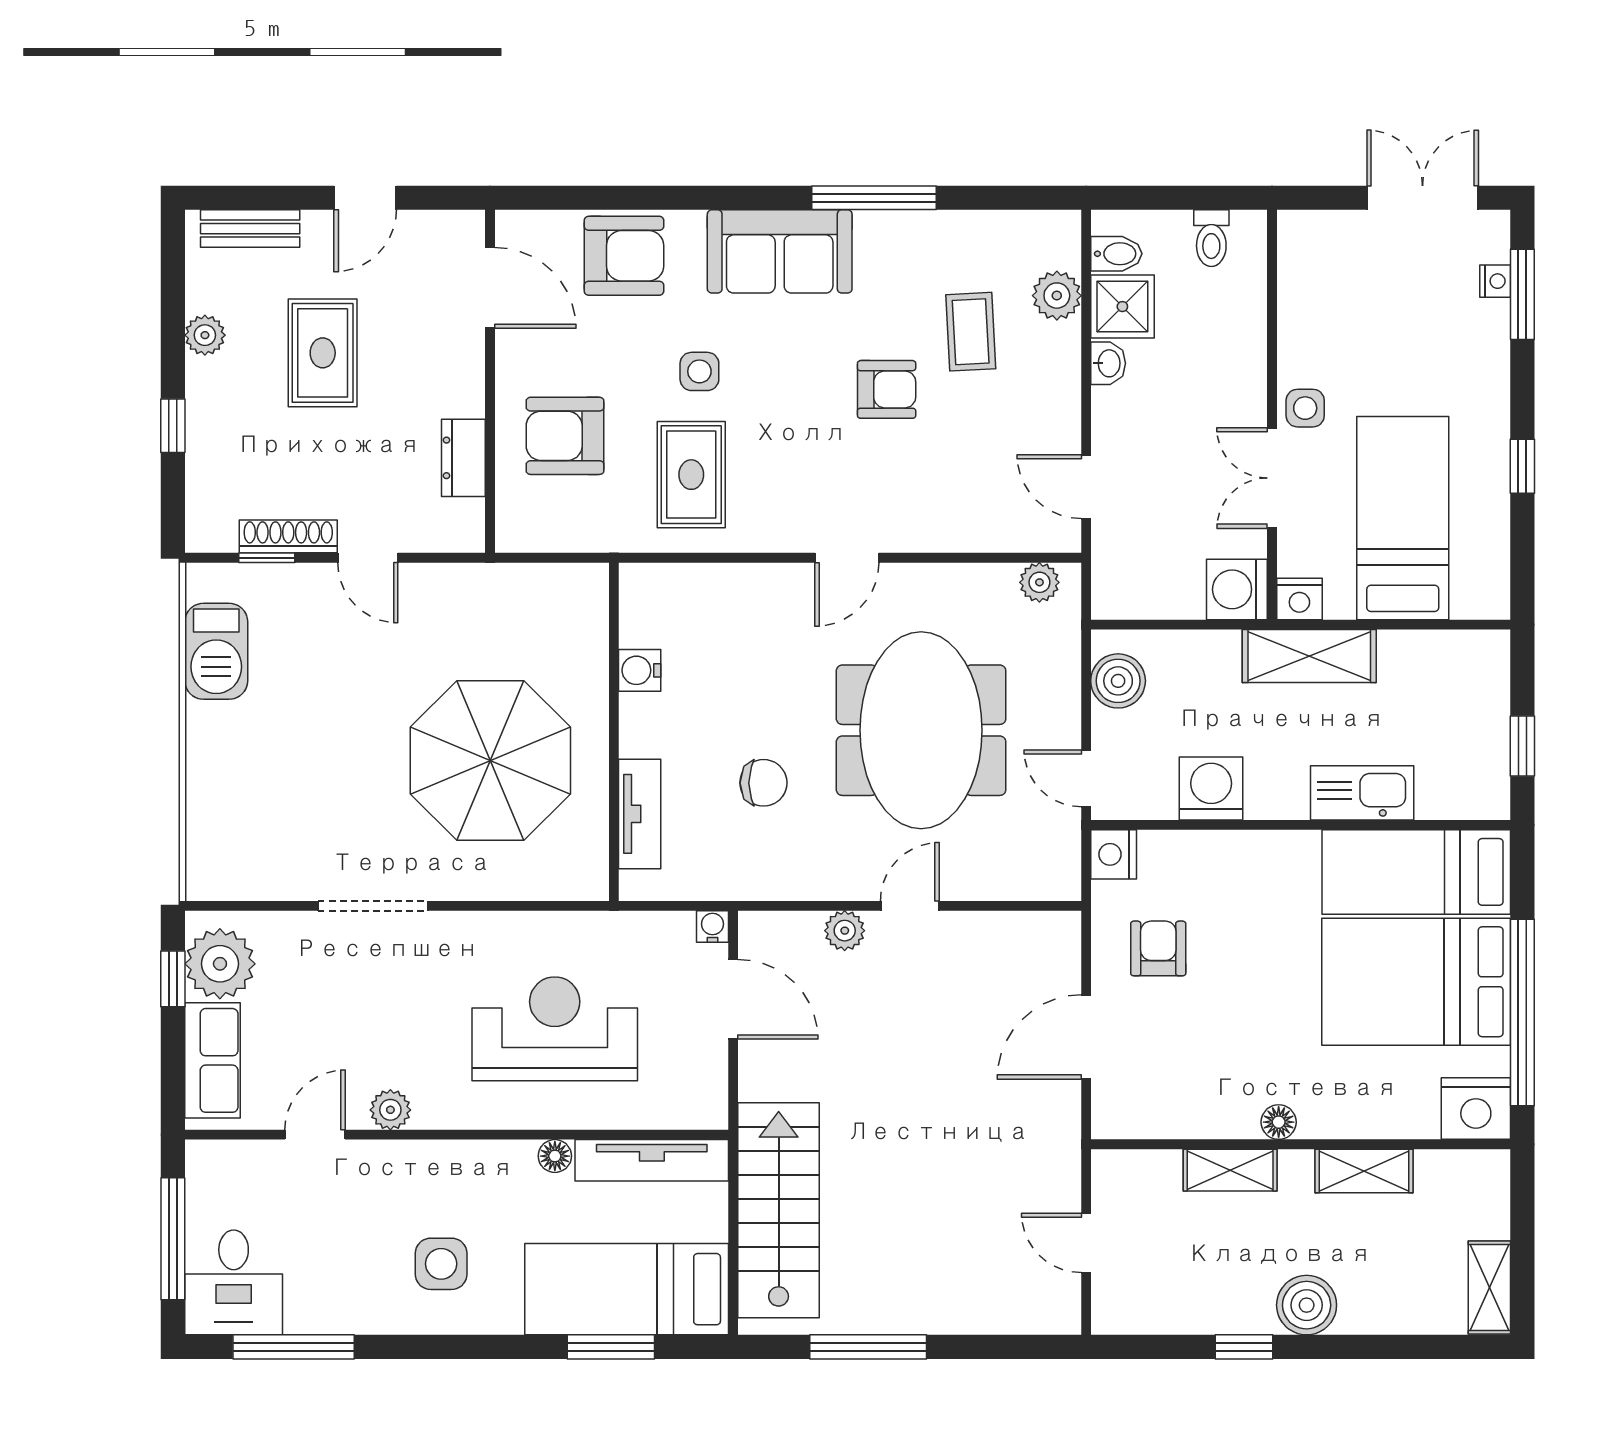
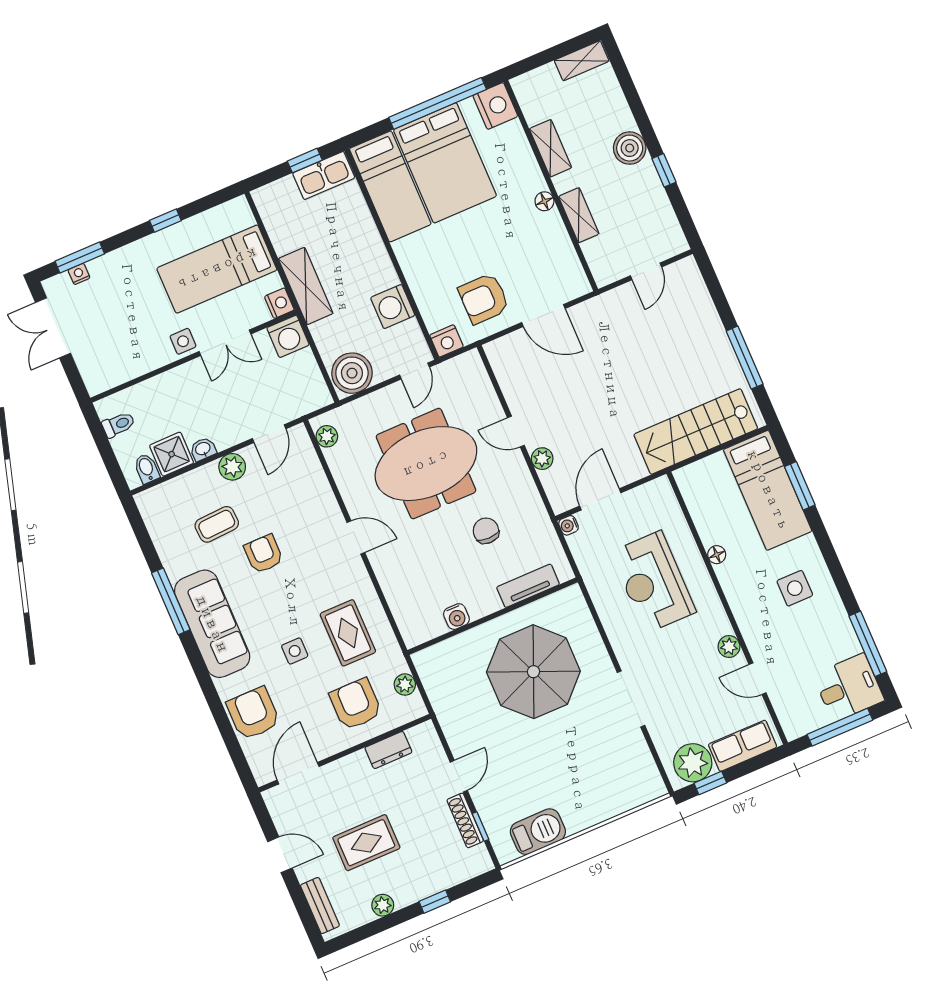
sofa: (780, 251) -> (212, 624), width x1.36
plant: (1057, 296) -> (232, 467), moved
armchair: (565, 436) -> (356, 704), turned 180
rug: (691, 475) -> (348, 633), turned 90
plant: (562, 533) -> (405, 685), added
boiler: (1118, 681) -> (352, 373), width x1.37, depth x1.37
kitchen sink: (1362, 793) -> (324, 175), moved, turned -90
armchair: (1158, 948) -> (484, 299), width x1.38, depth x1.38
tv unit: (652, 1160) -> (698, 505), removed

